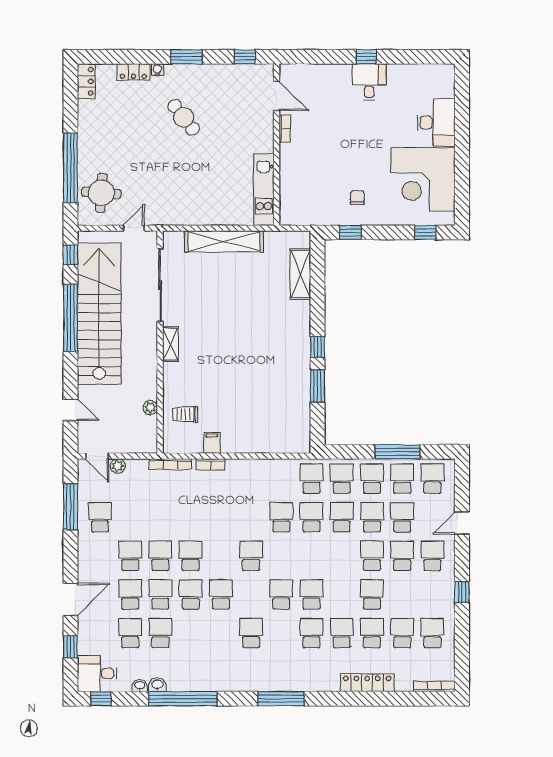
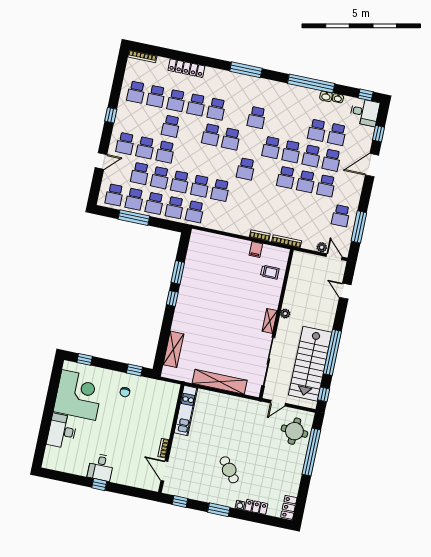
stairs: (99, 314) -> (310, 364), width x0.73
plant: (150, 408) -> (285, 314), moved

